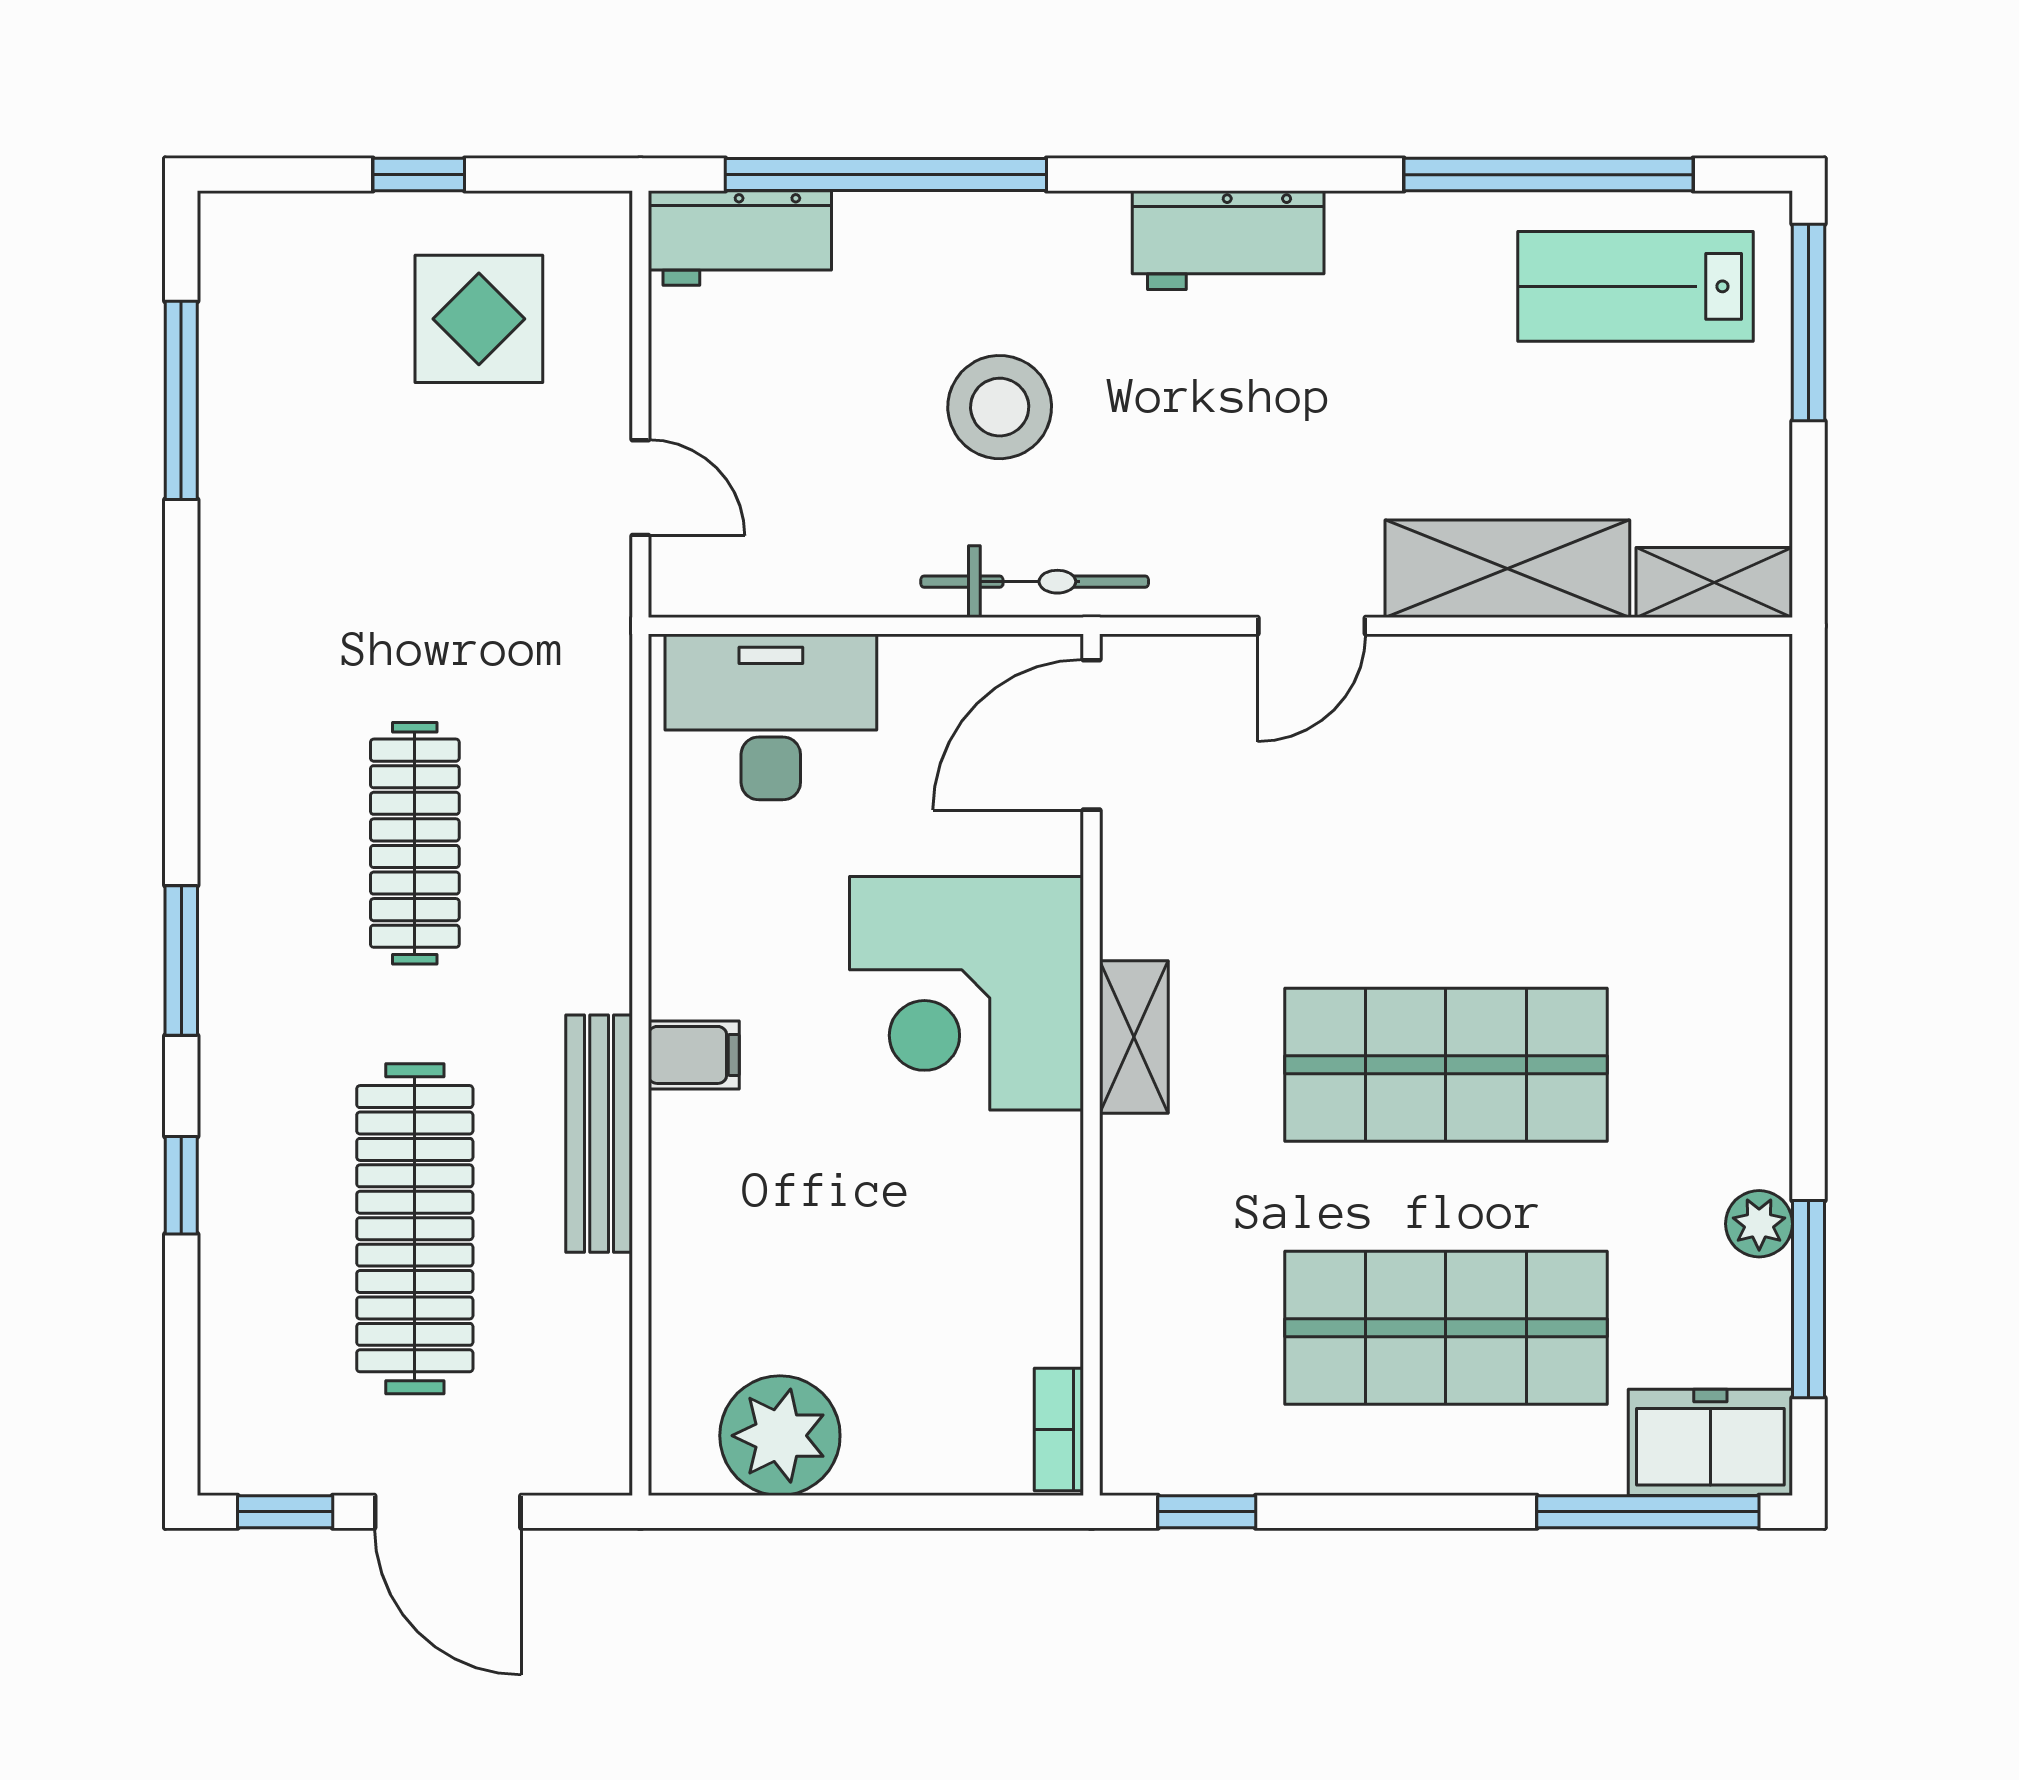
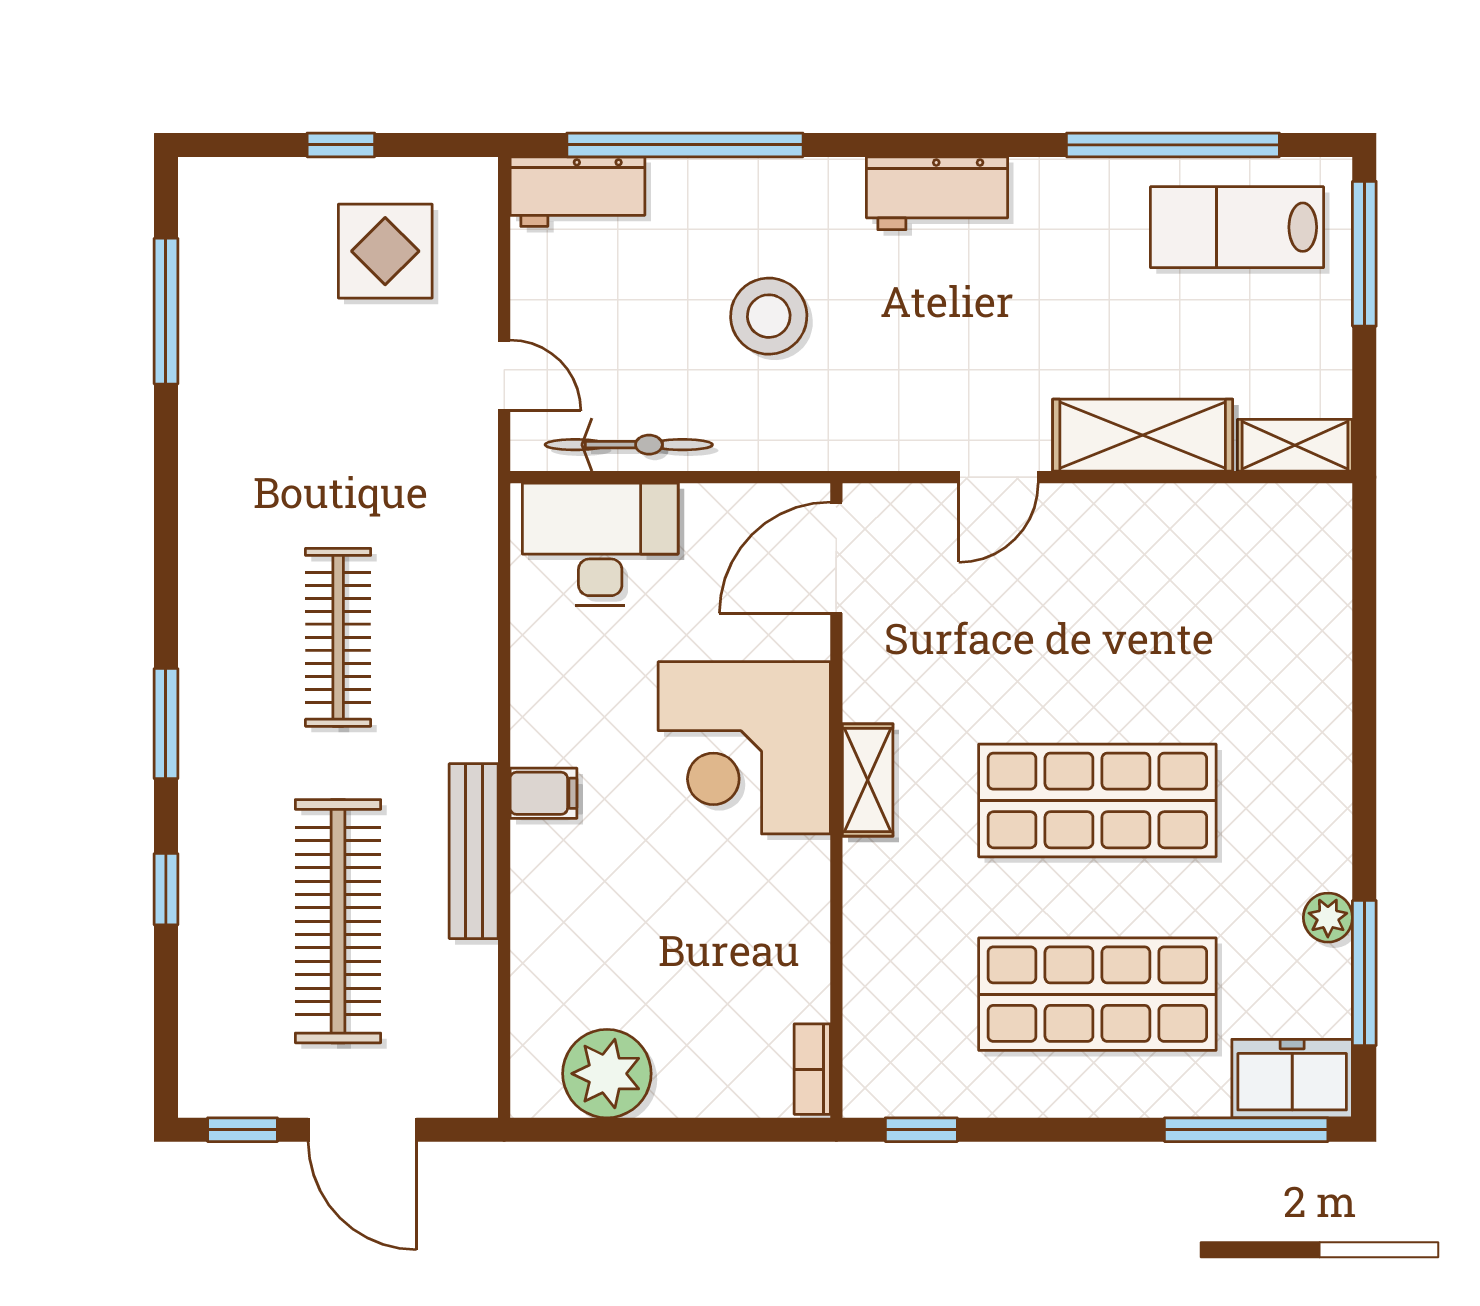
bicycle: (1035, 582) -> (629, 445), moved

